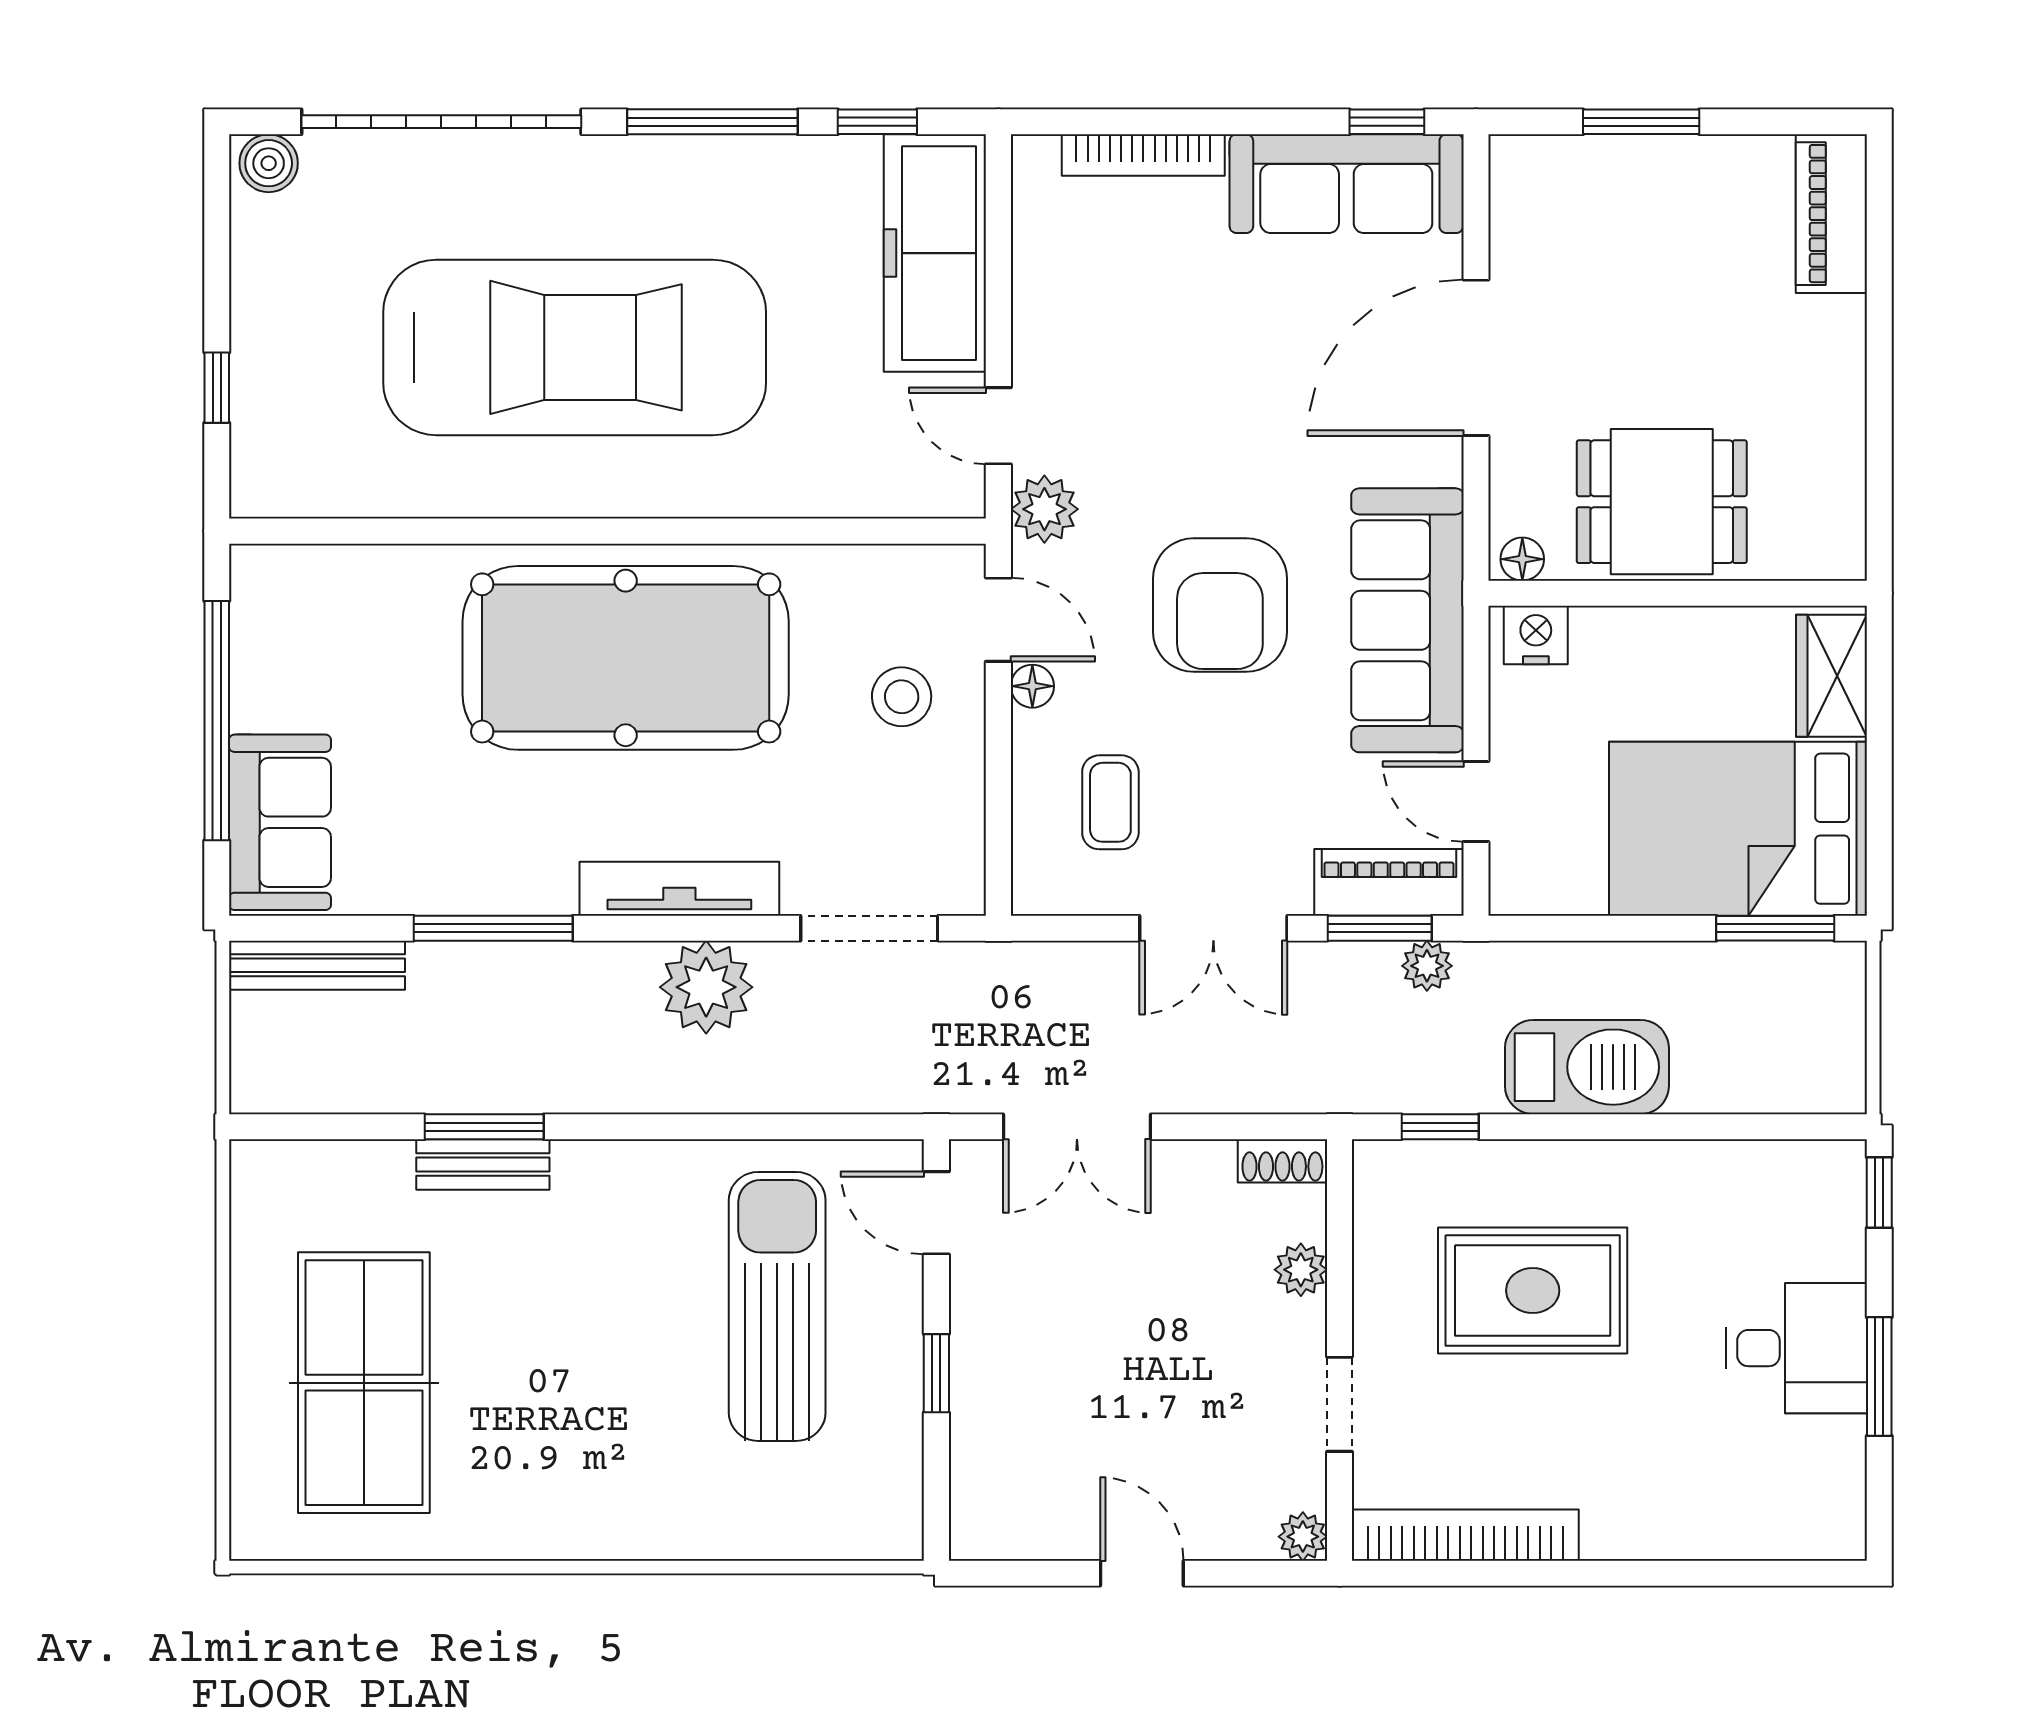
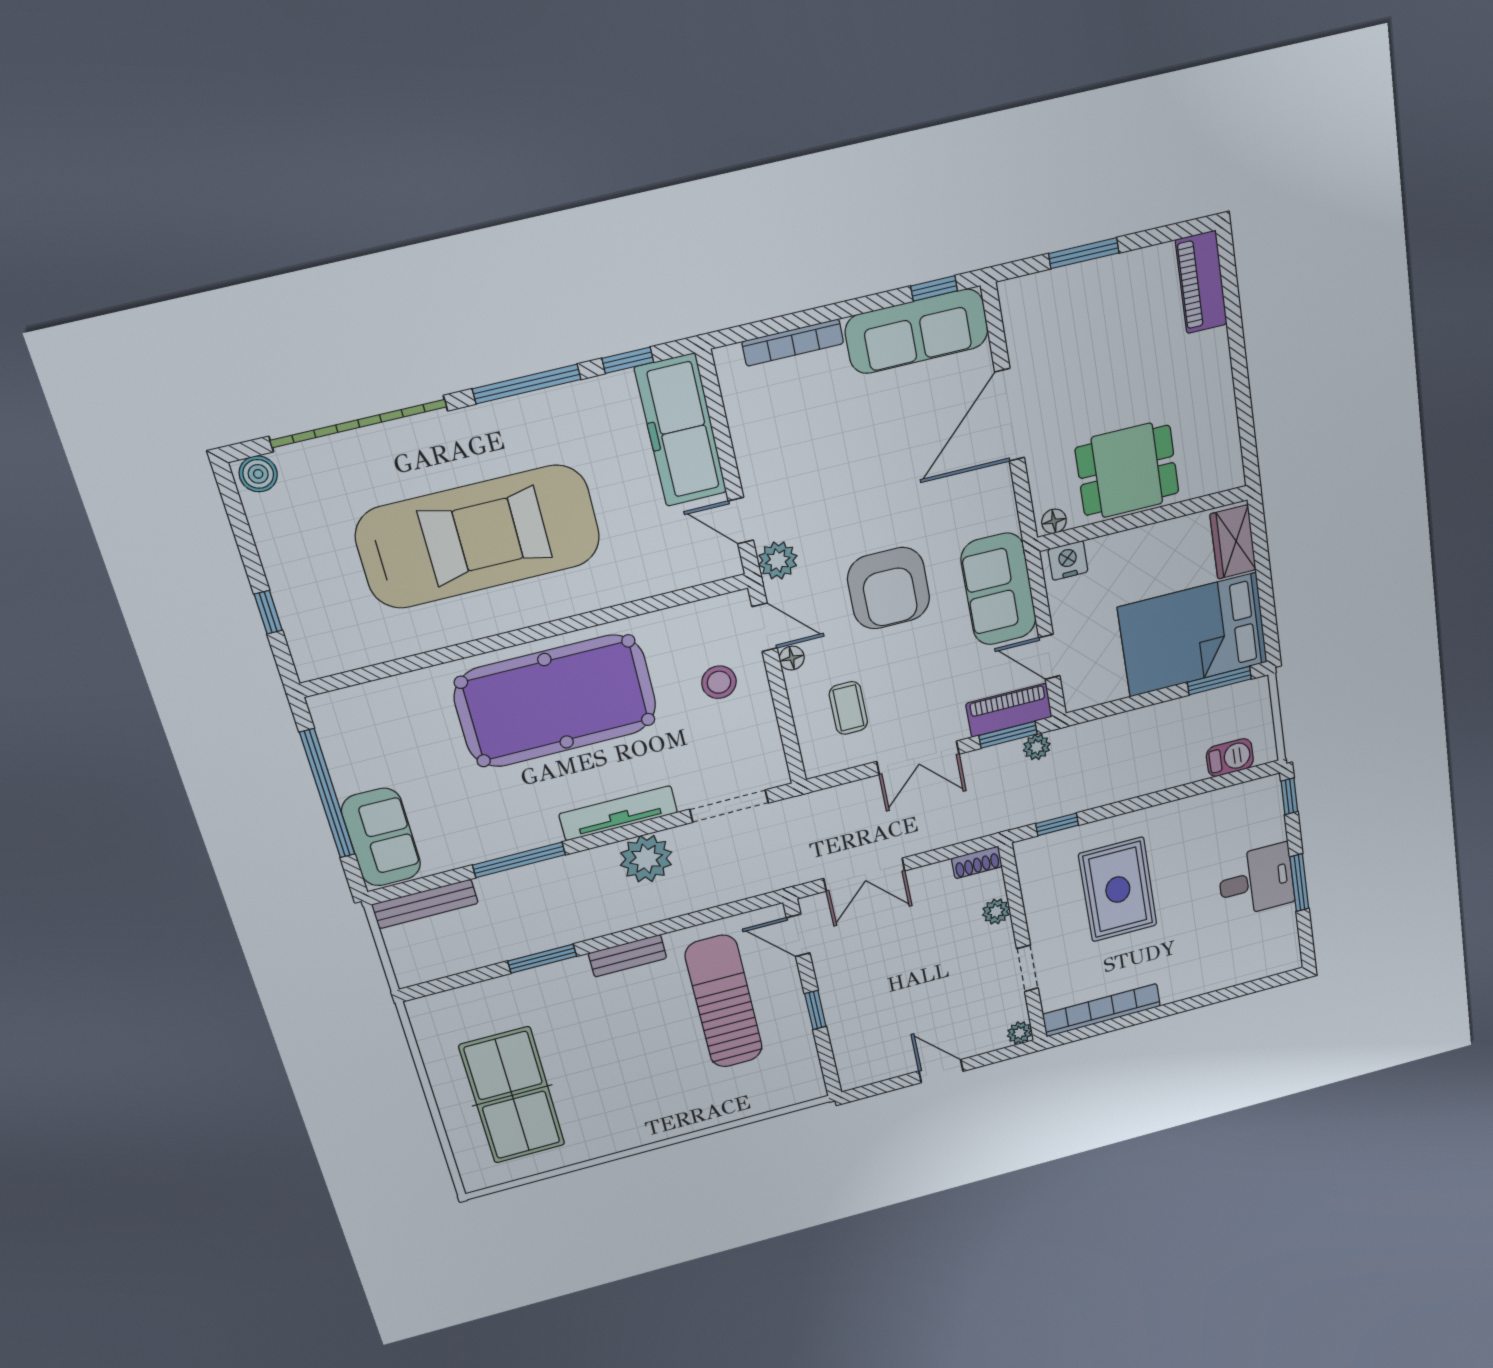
sofa: (1407, 620) -> (999, 589), width x0.73
barbecue: (1587, 1067) -> (1230, 758), moved, width x0.53, depth x0.65
bench: (483, 1164) -> (627, 956), moved
rug: (1533, 1291) -> (1118, 890), turned 90

